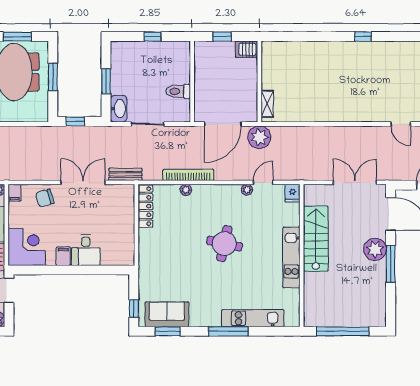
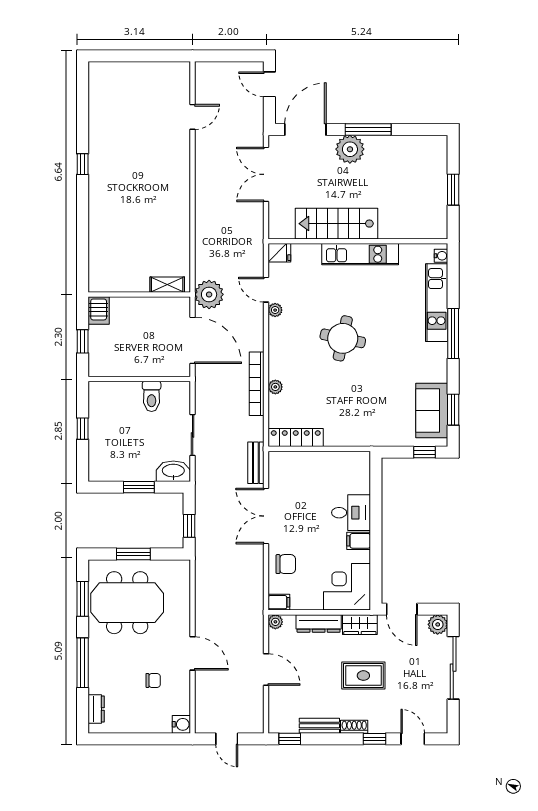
chair: (45, 198) -> (286, 564), turned -73
water cooler: (290, 322) -> (441, 256), added
window: (343, 331) -> (453, 190), width x0.47

